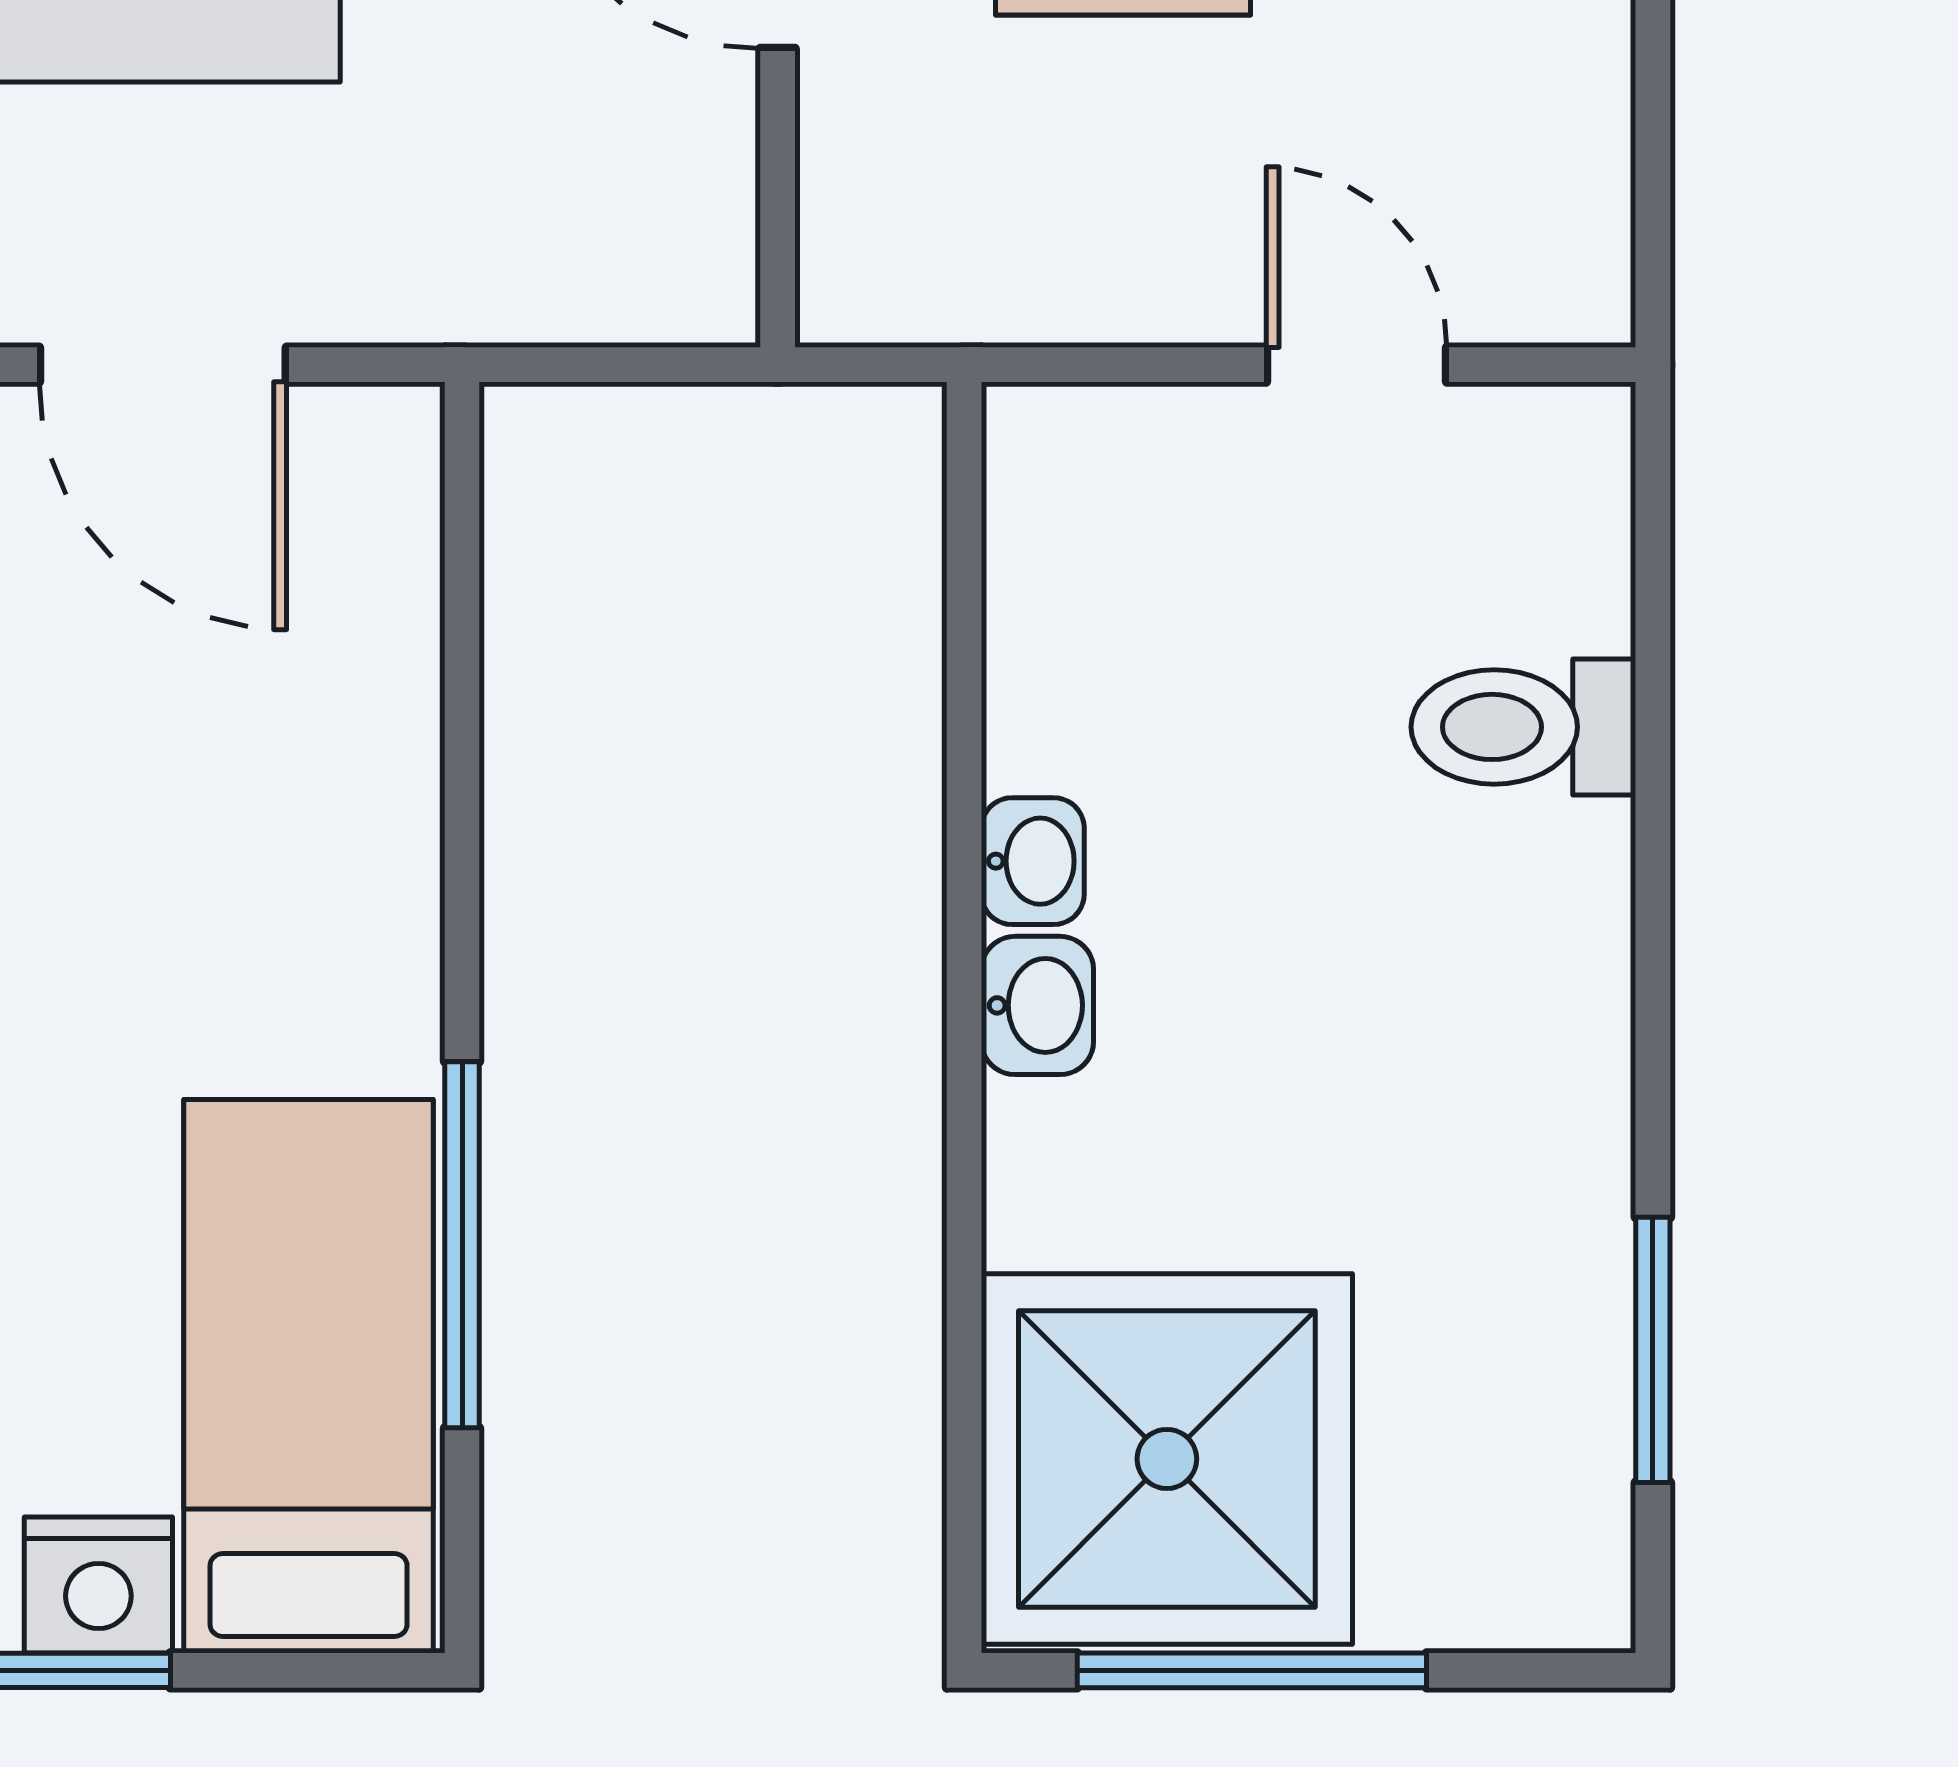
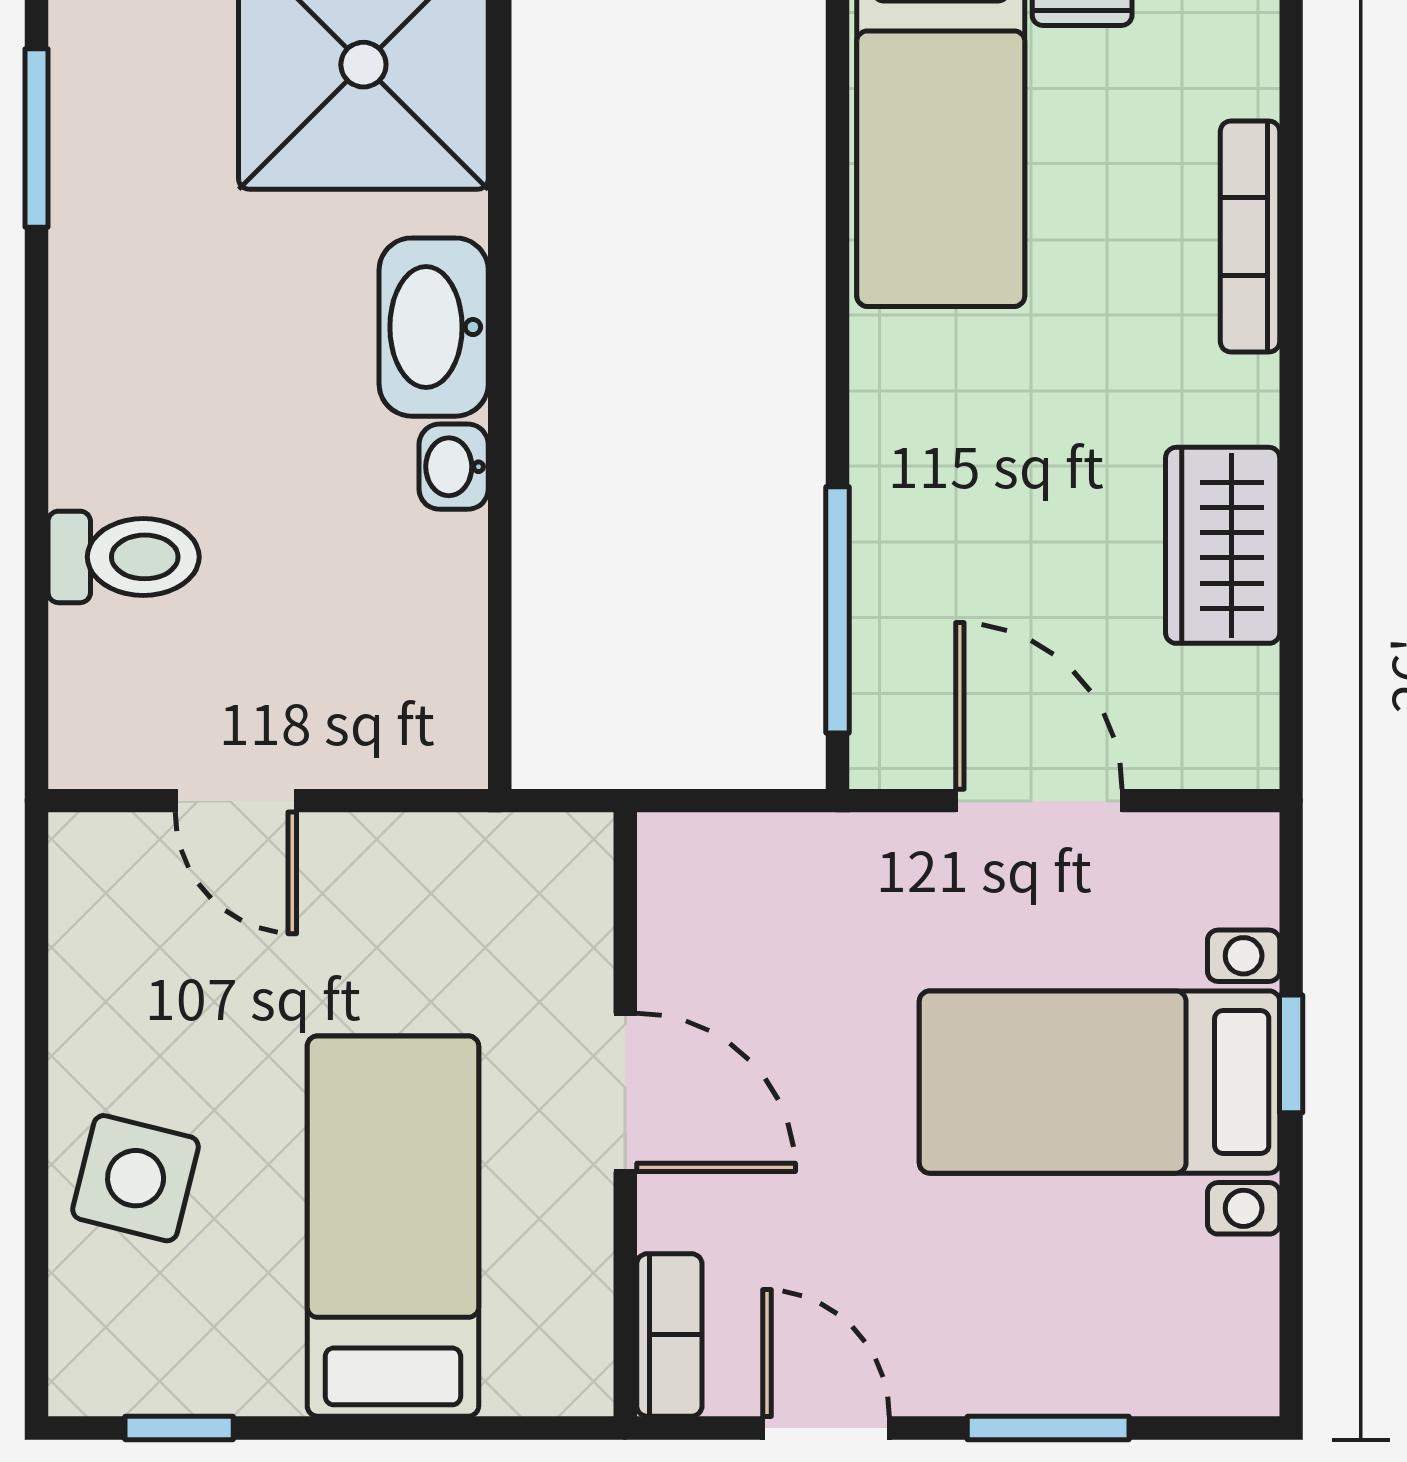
washbasin: (1037, 1005) -> (434, 327), width x1.91, depth x1.45
window: (462, 1245) -> (838, 610), moved

